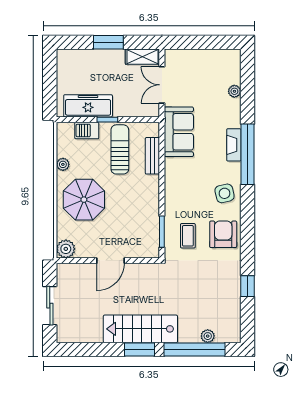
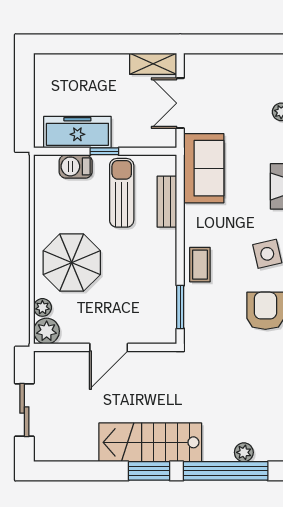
window: (108, 42) -> (106, 44), removed
plant: (63, 164) -> (42, 307), moved
coffee table: (188, 236) -> (200, 265), moved

